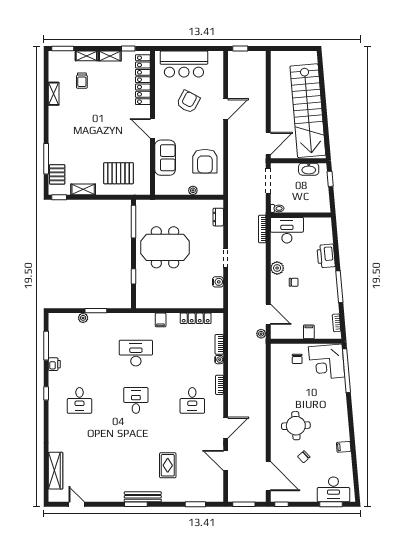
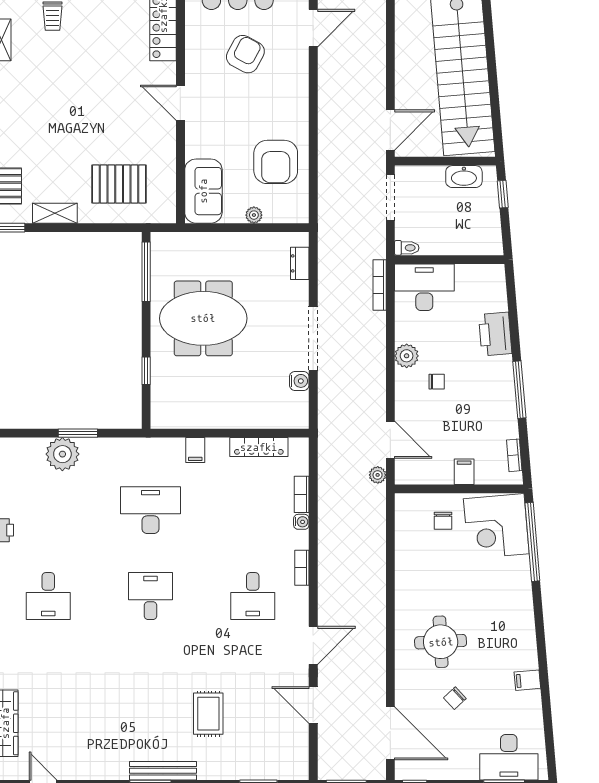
door: (226, 109) -> (313, 28), moved
sofa: (165, 158) -> (203, 191), moved
doorway: (226, 258) -> (313, 338), width x1.87
plant: (83, 318) -> (62, 454), width x1.88, depth x1.88

